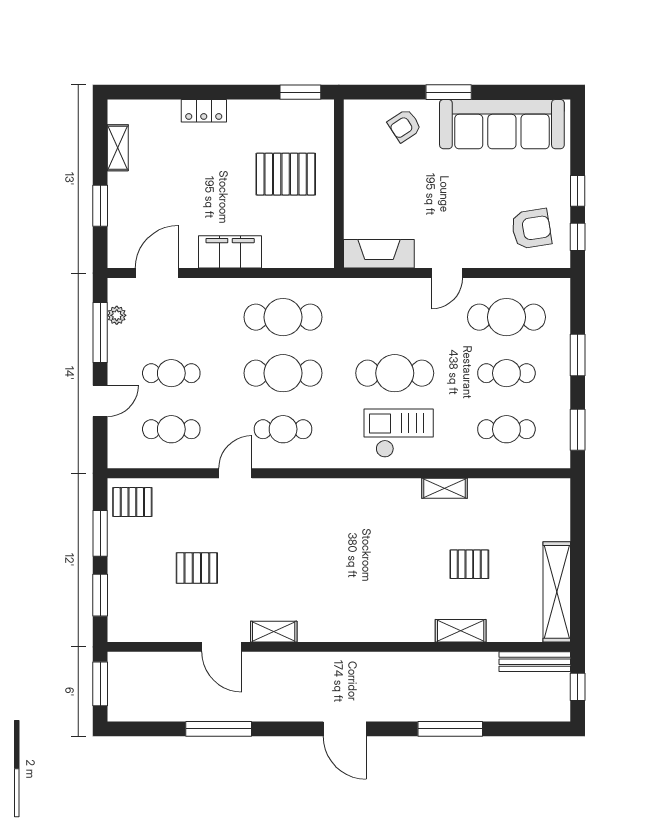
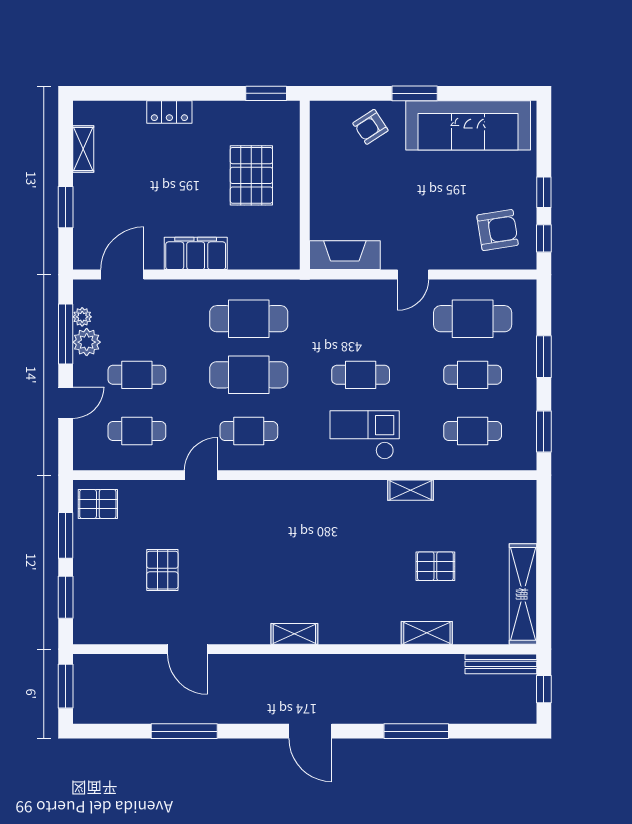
pallet: (286, 174) -> (251, 175), turned 90
plant: (121, 340) -> (87, 342), added
cafe table: (395, 373) -> (361, 375), width x0.73, depth x0.74
pallet: (197, 568) -> (162, 570), turned 90
shelving: (274, 632) -> (294, 634), moved

